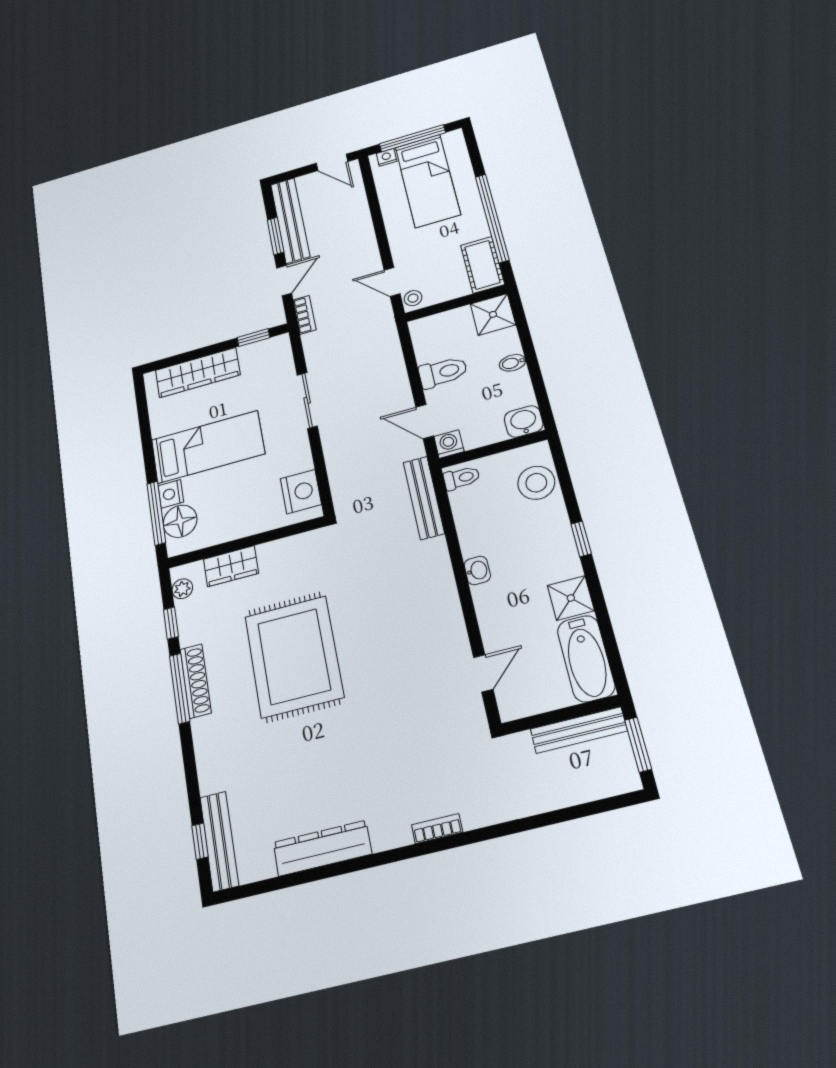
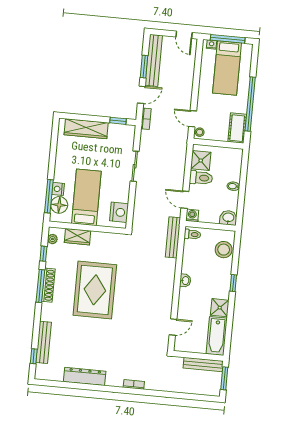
shower: (493, 314) -> (201, 160), moved
bed: (208, 447) -> (86, 197), moved, turned -90
bench: (219, 841) -> (44, 342), moved

